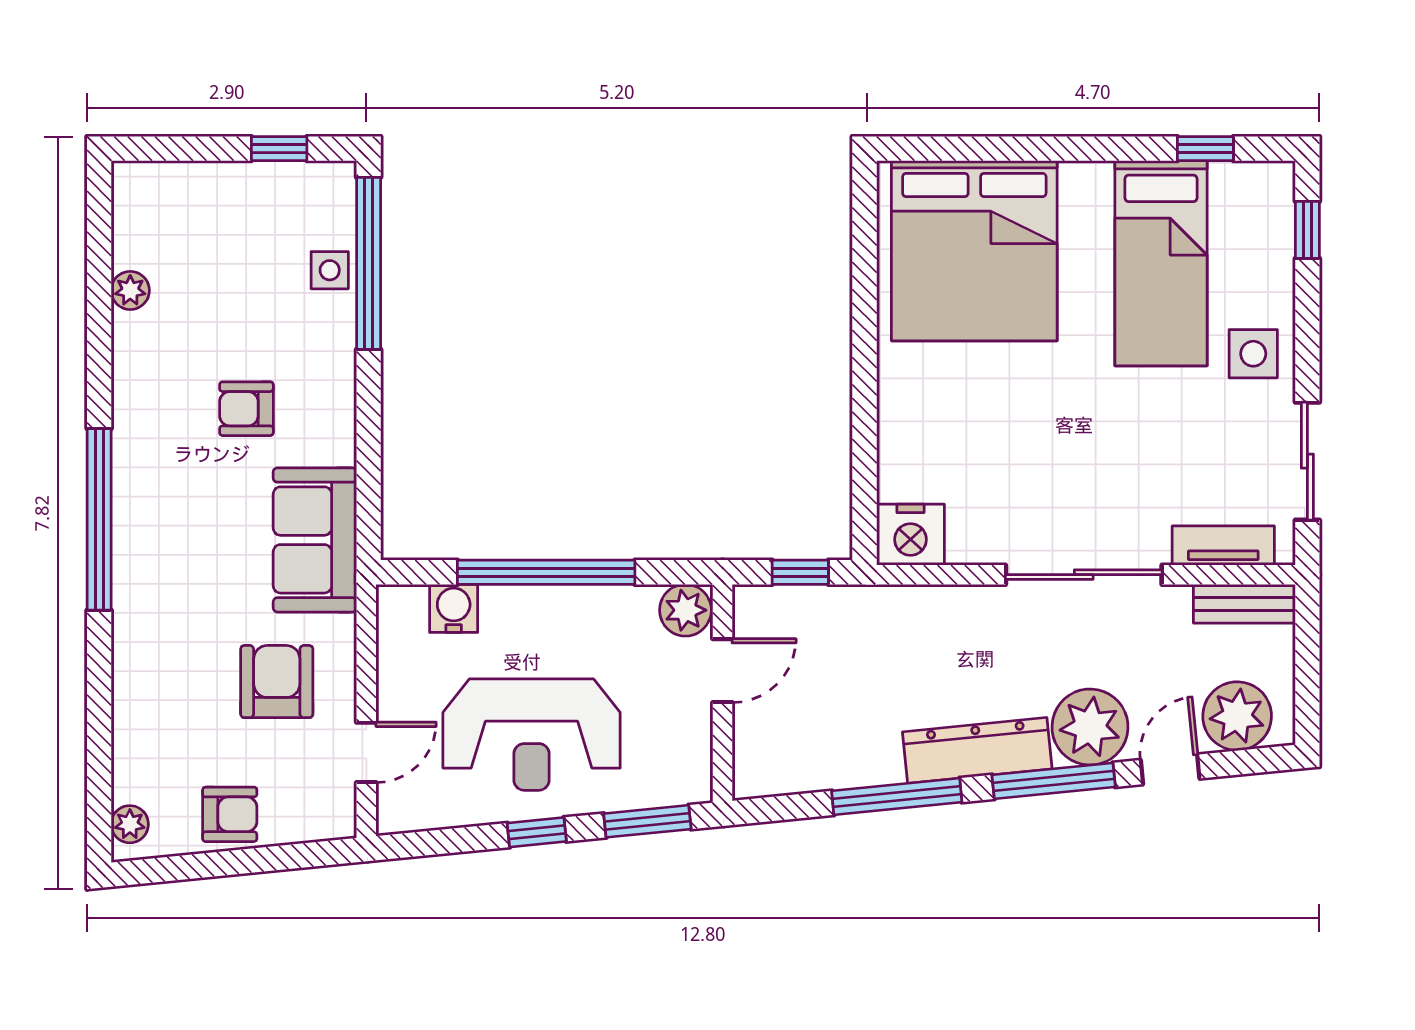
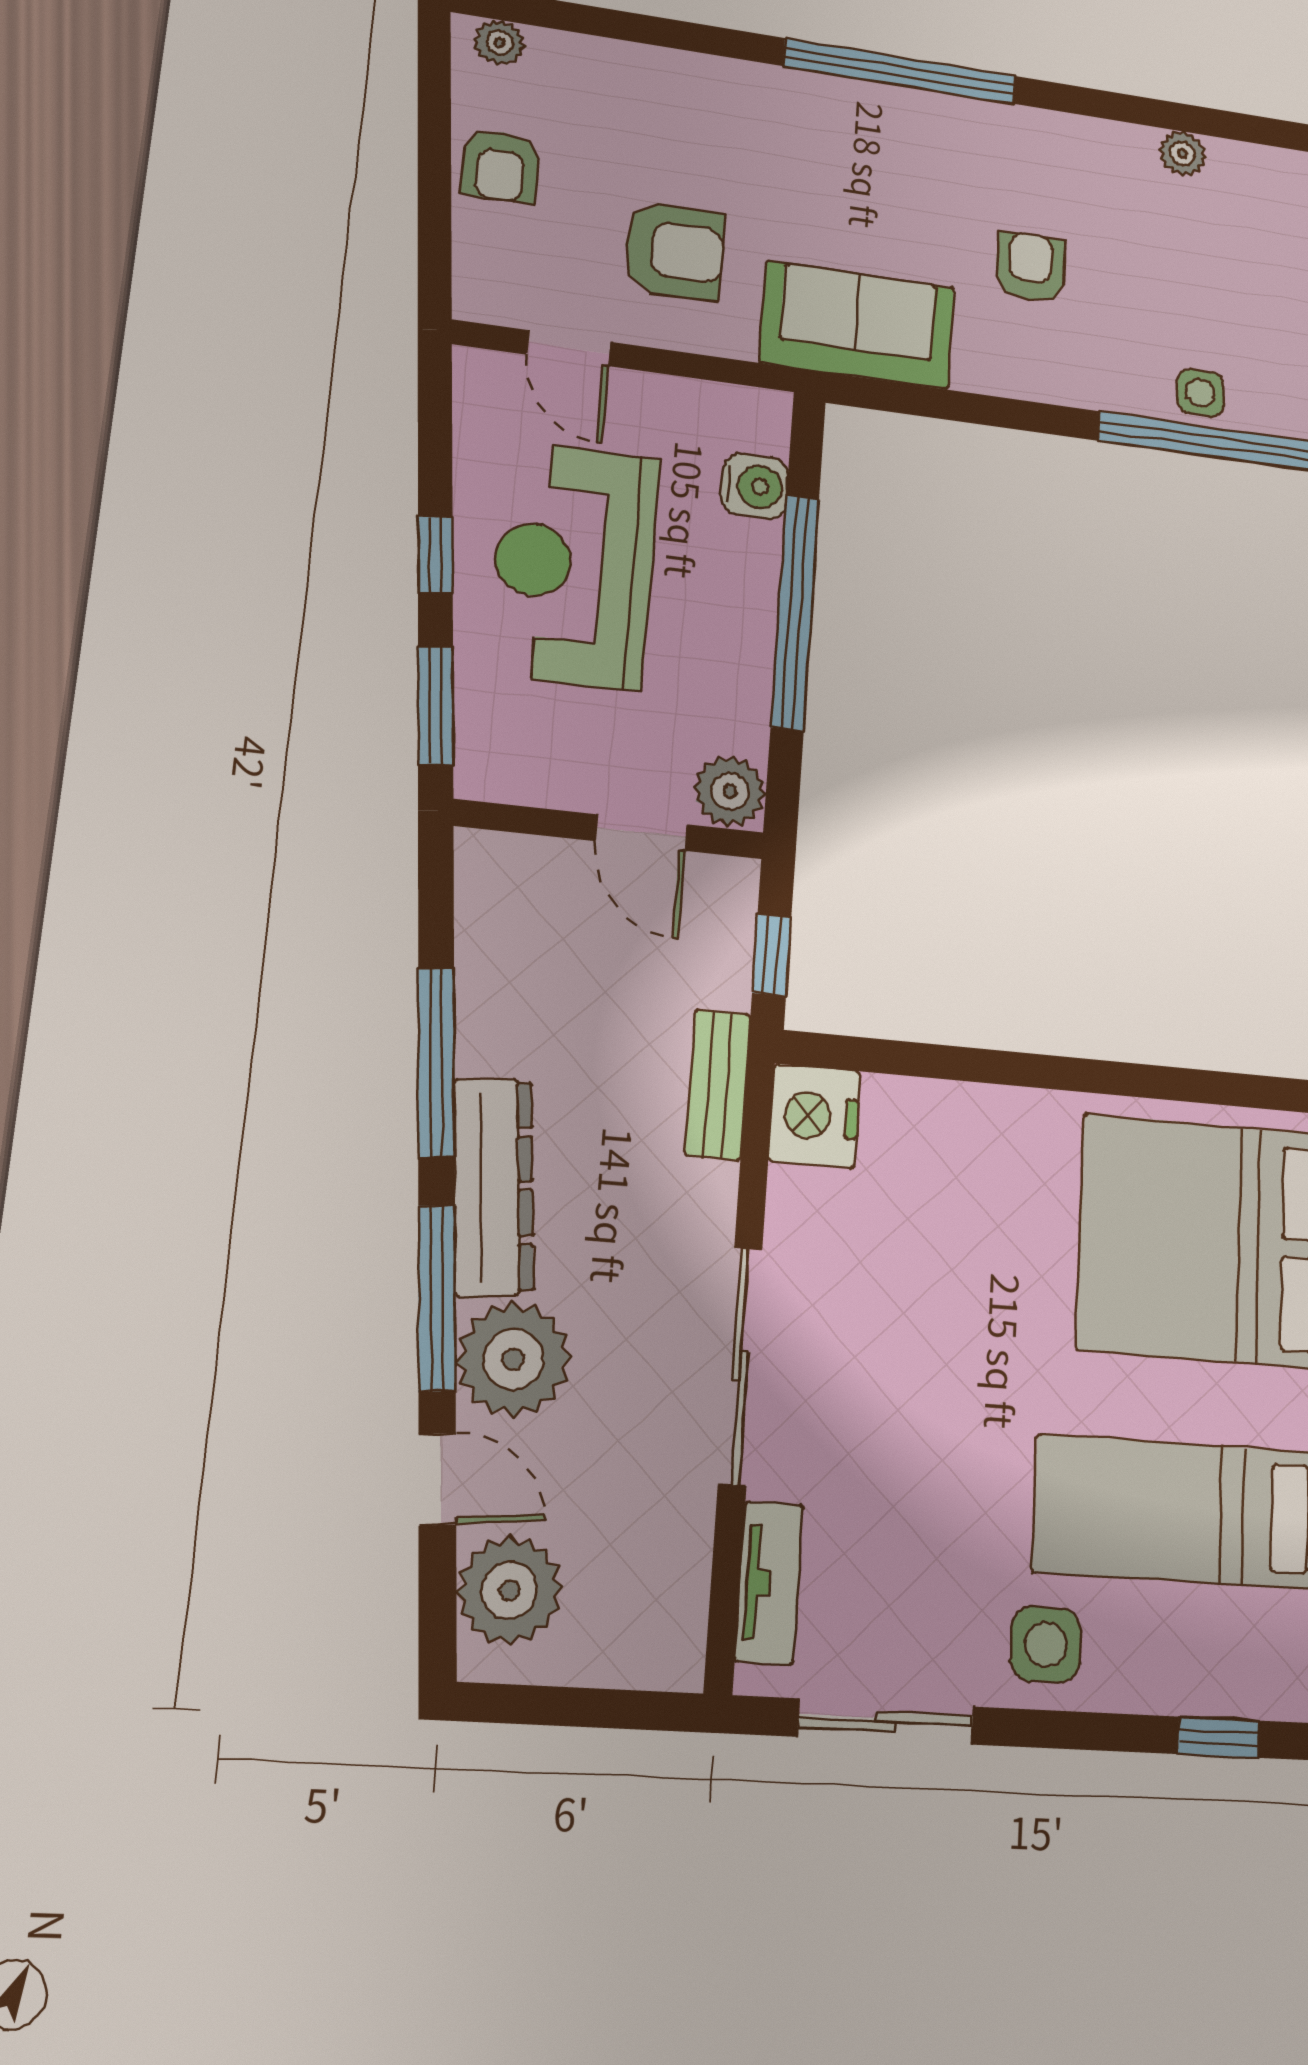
bench: (1244, 604) -> (718, 1085), moved

